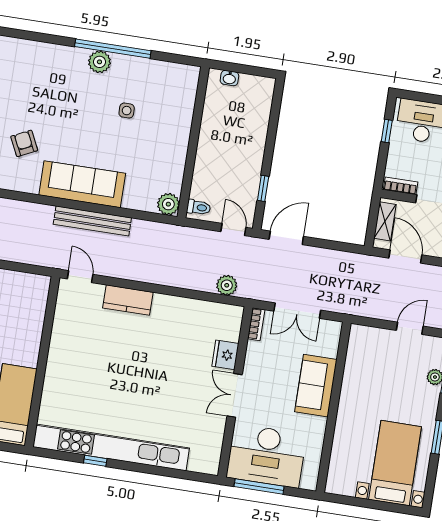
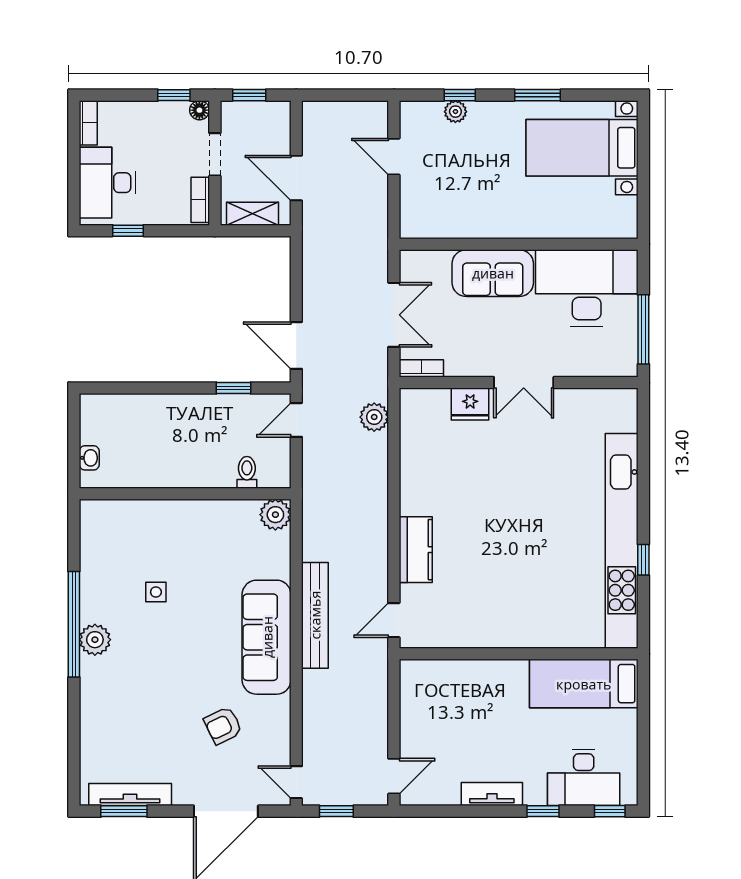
toilet: (199, 207) -> (247, 472), moved
door: (405, 256) -> (296, 178), hinge flipped
desk: (266, 456) -> (587, 288), moved, turned -90

